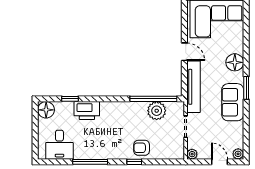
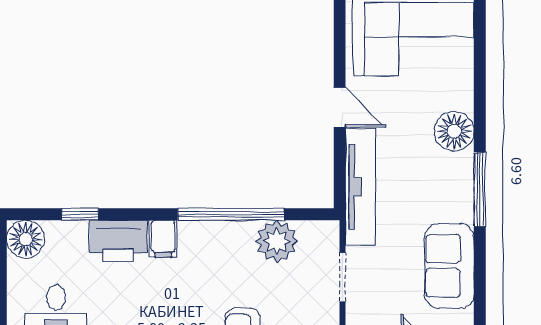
window: (246, 88) -> (480, 189), width x1.44
window: (153, 99) -> (231, 214), moved
sofa: (233, 102) -> (449, 266), moved
filing cabinet: (107, 110) -> (163, 239), added

